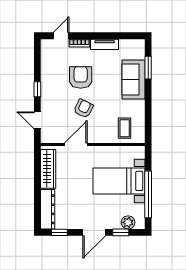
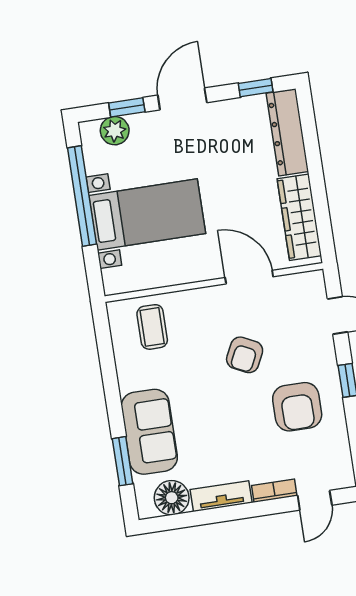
floor lamp: (128, 47) -> (172, 498), added
armchair: (81, 77) -> (297, 407), moved
door: (76, 144) -> (249, 277), swing flipped

